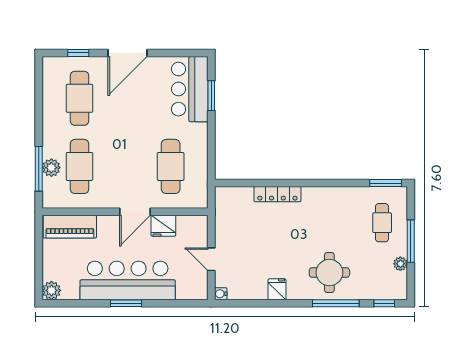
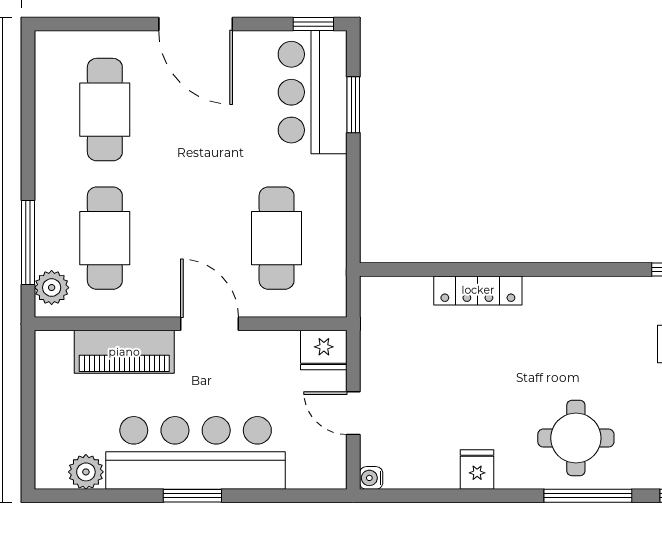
window: (78, 53) -> (313, 24), moved
door: (128, 53) -> (196, 24), hinge flipped
plant: (51, 168) -> (52, 288), moved
door: (135, 212) -> (210, 324), swing flipped
fridge: (163, 226) -> (324, 350), moved
piano: (70, 227) -> (124, 352), moved
plant: (51, 290) -> (86, 472), moved

